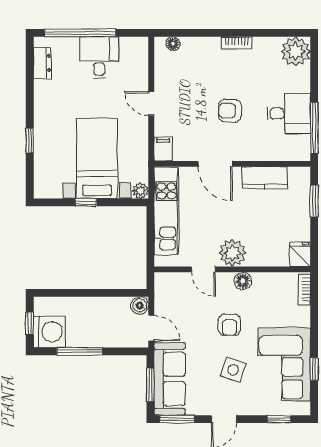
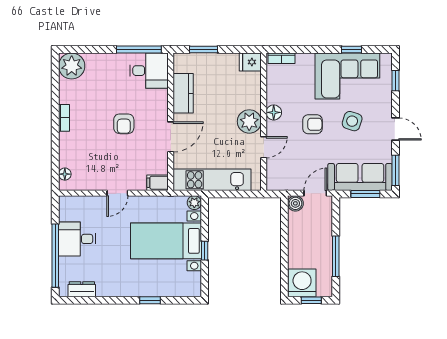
desk: (289, 113) -> (149, 71), moved, turned 90
washing machine: (49, 332) -> (302, 283), moved

